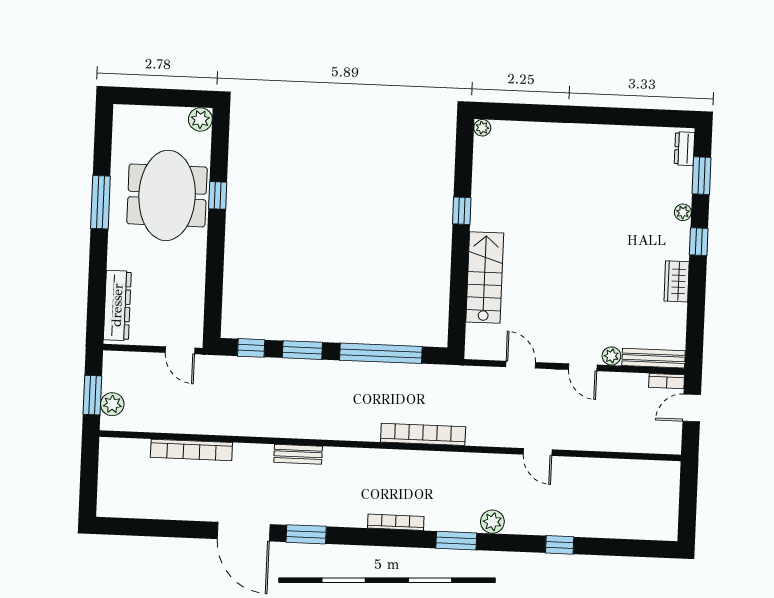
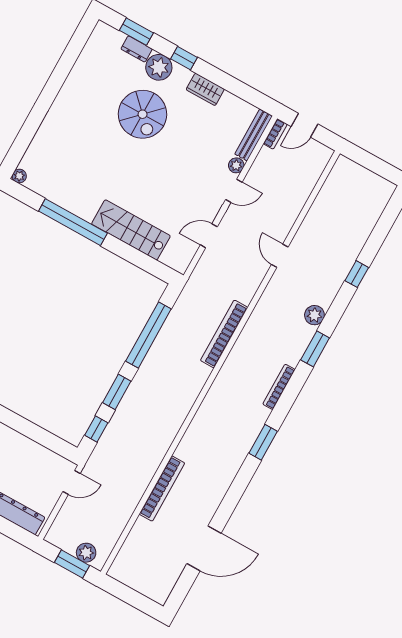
dresser: (684, 149) -> (137, 49), moved
window: (462, 211) -> (73, 222), width x3.17
plant: (683, 212) -> (159, 67), width x1.88, depth x1.88
spiral stairs: (616, 227) -> (143, 114), added
door: (692, 408) -> (305, 125), hinge flipped
bookcase: (191, 450) -> (162, 489), moved
door: (538, 452) -> (280, 256), swing flipped
bench: (298, 454) -> (192, 434), removed
door: (244, 532) -> (204, 548), moved
window: (306, 534) -> (263, 442), moved

